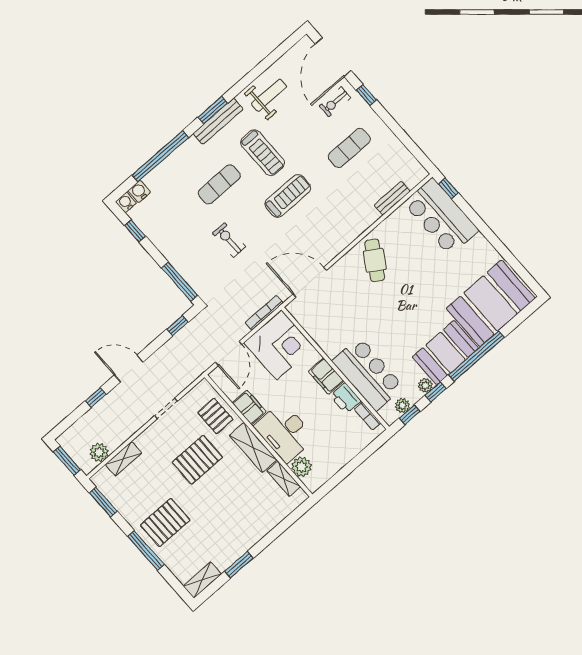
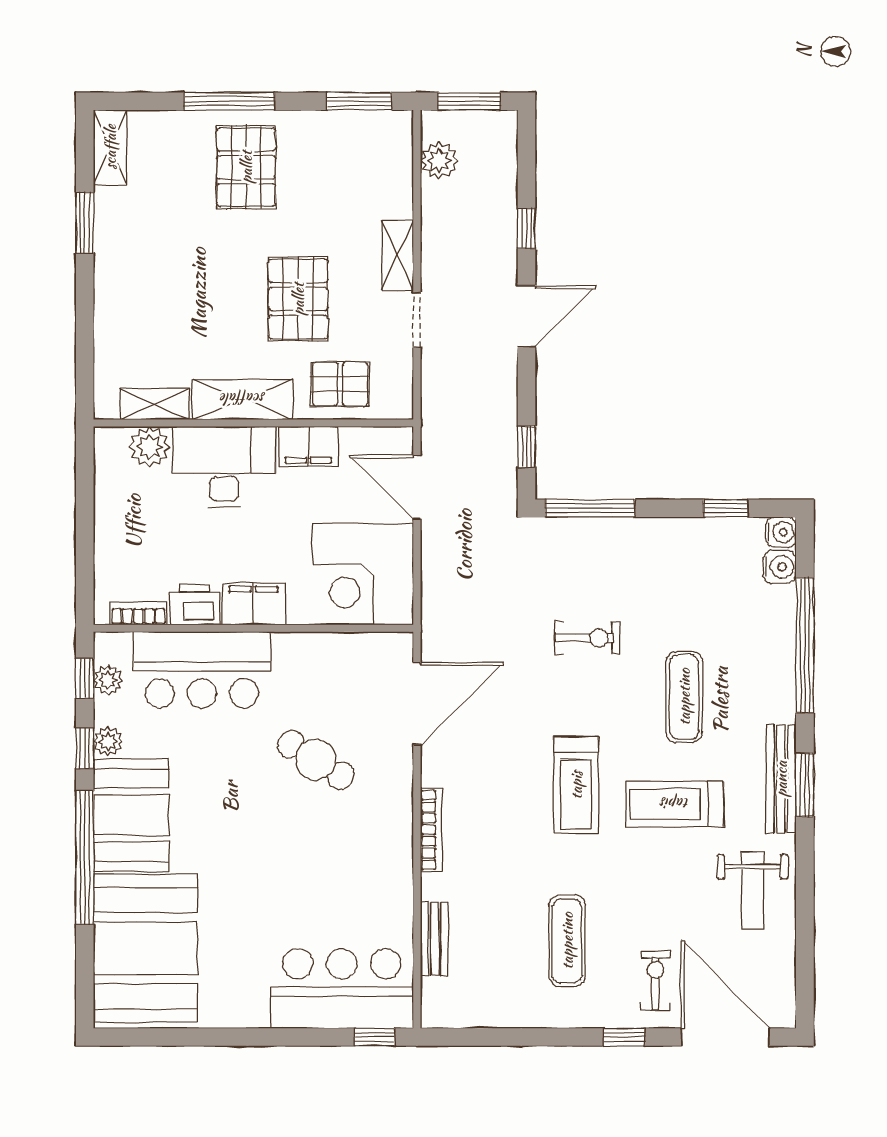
cafe table: (375, 260) -> (316, 760), moved
bookcase: (264, 313) -> (431, 830), moved
shelving: (123, 459) -> (398, 255), moved

